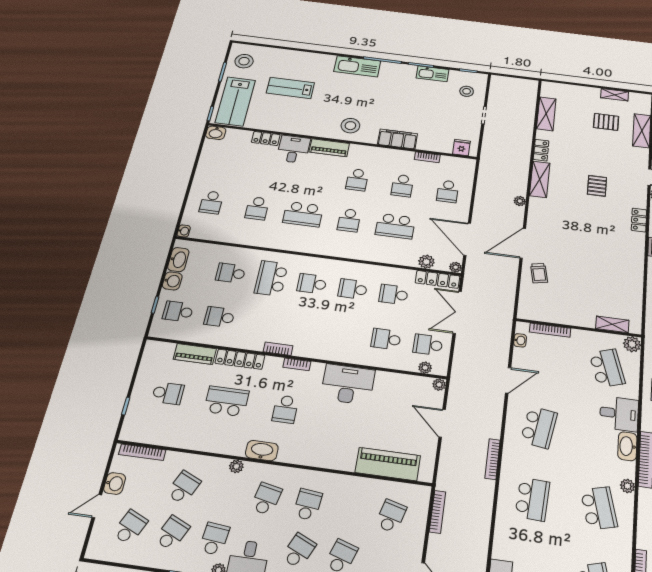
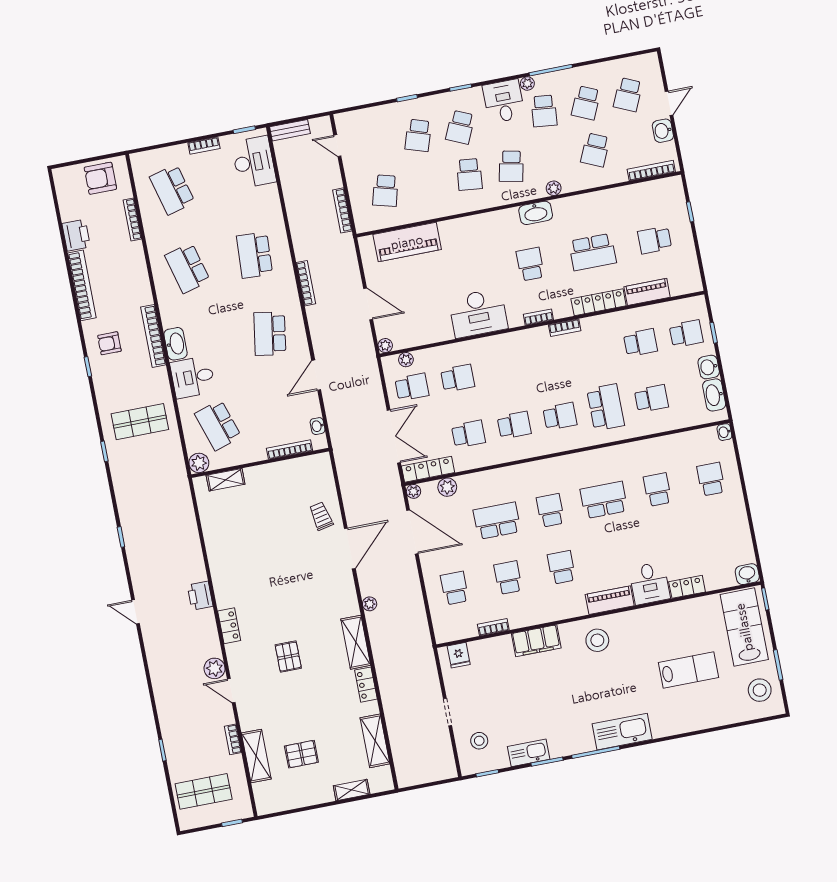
shelving: (615, 95) -> (352, 790), moved
plant: (627, 486) -> (165, 301), removed

